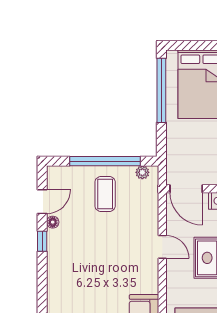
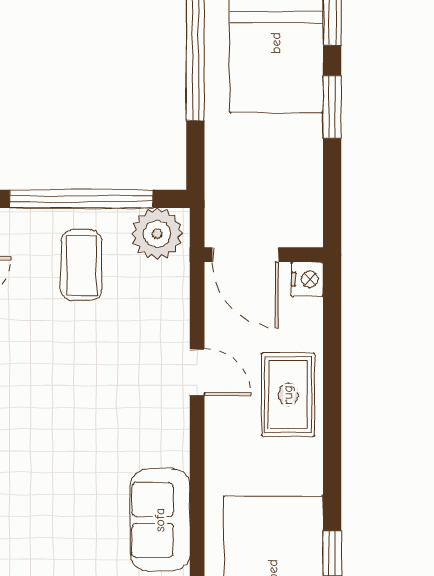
plant: (142, 172) -> (157, 234), width x1.88, depth x1.88

